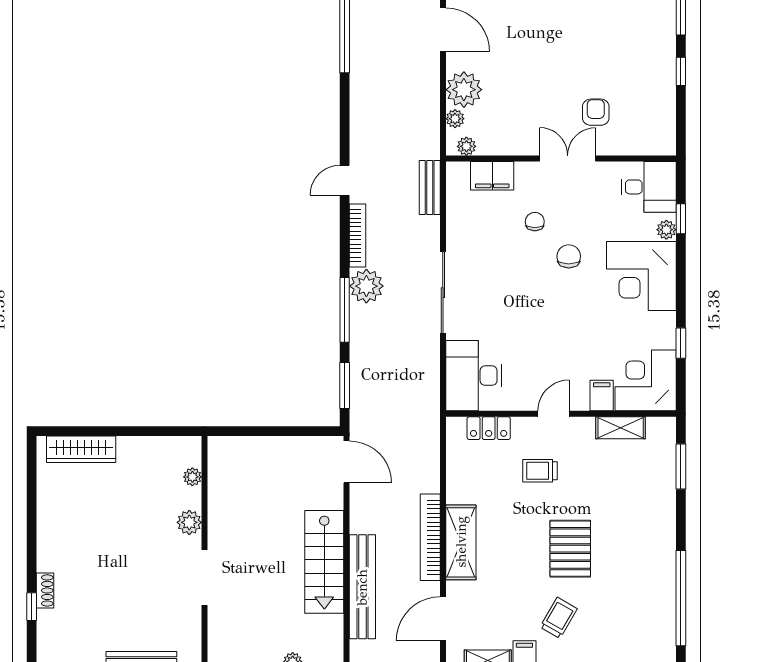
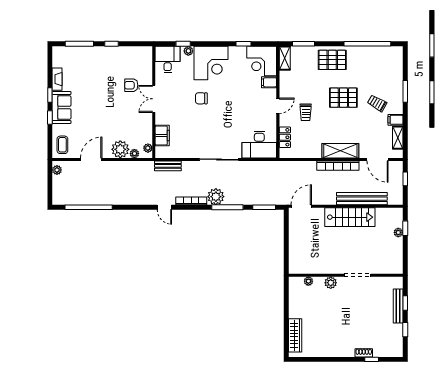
chair: (535, 222) -> (184, 115), removed
door: (553, 414) -> (278, 106), swing flipped
shelving: (621, 428) -> (285, 58), moved
pallet: (648, 526) -> (332, 60), added

